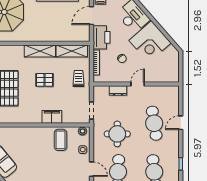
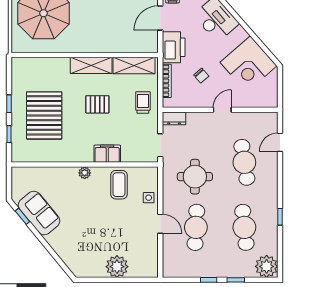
corner desk: (150, 42) -> (248, 64), moved
dresser: (118, 91) -> (174, 118), moved
door: (181, 123) -> (280, 142), moved
plant: (82, 131) -> (85, 173), moved

